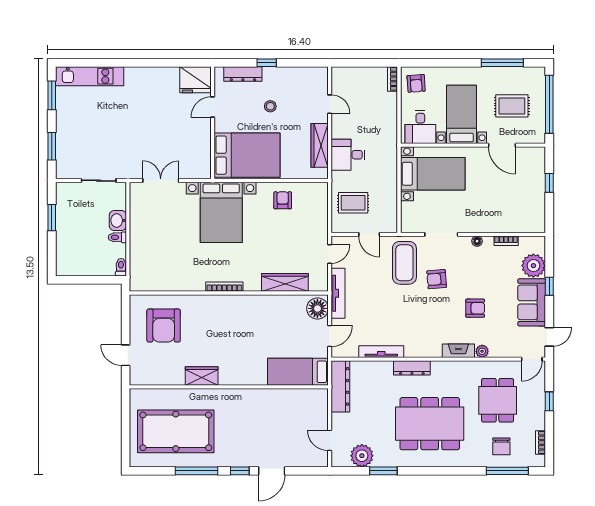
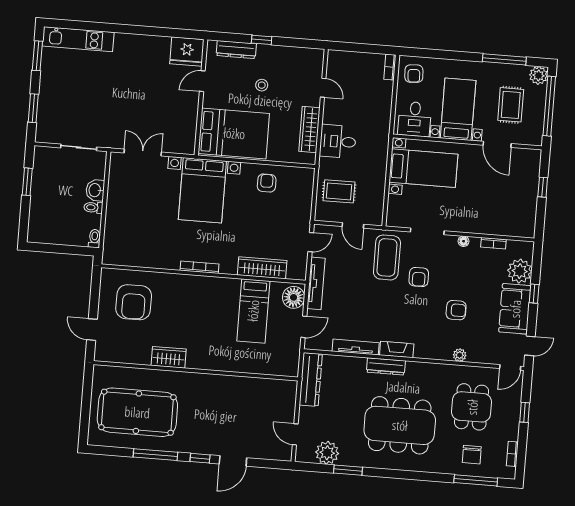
plant: (536, 75) -> (538, 75), added
rug: (512, 106) -> (511, 105), turned 90
armchair: (437, 279) -> (419, 277), turned -85
fireplace: (458, 351) -> (397, 350), moved
bed: (298, 372) -> (253, 311), moved, turned -90

